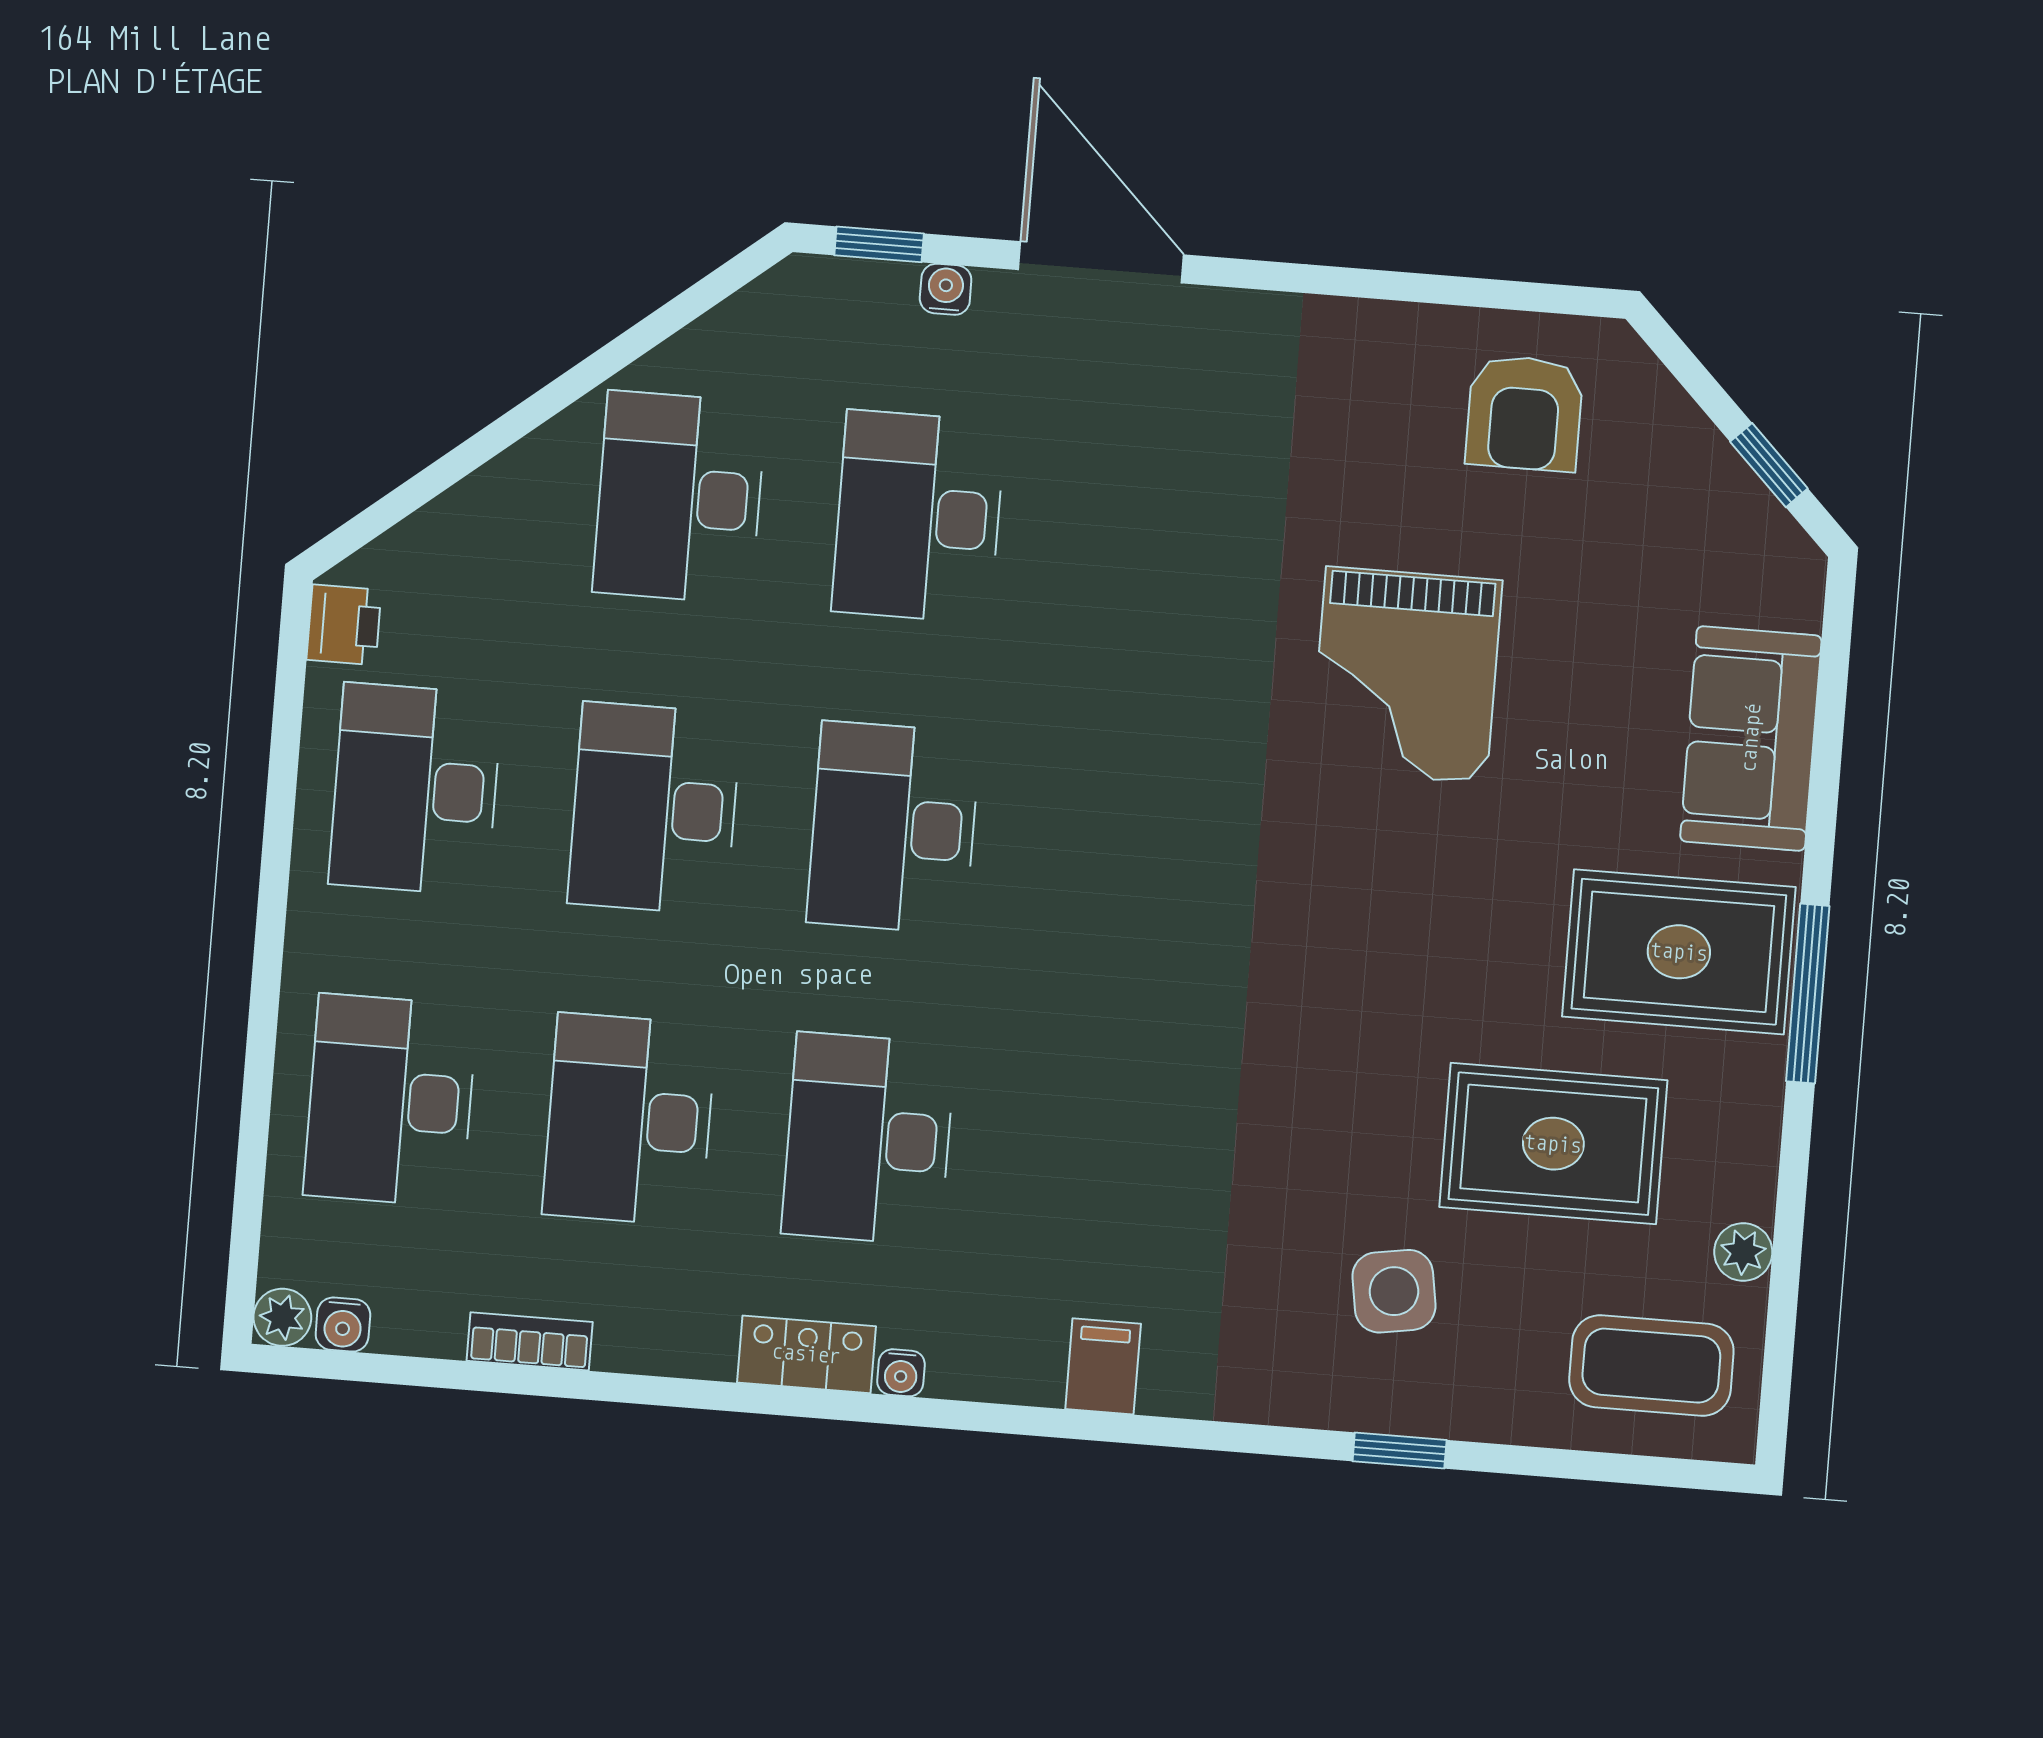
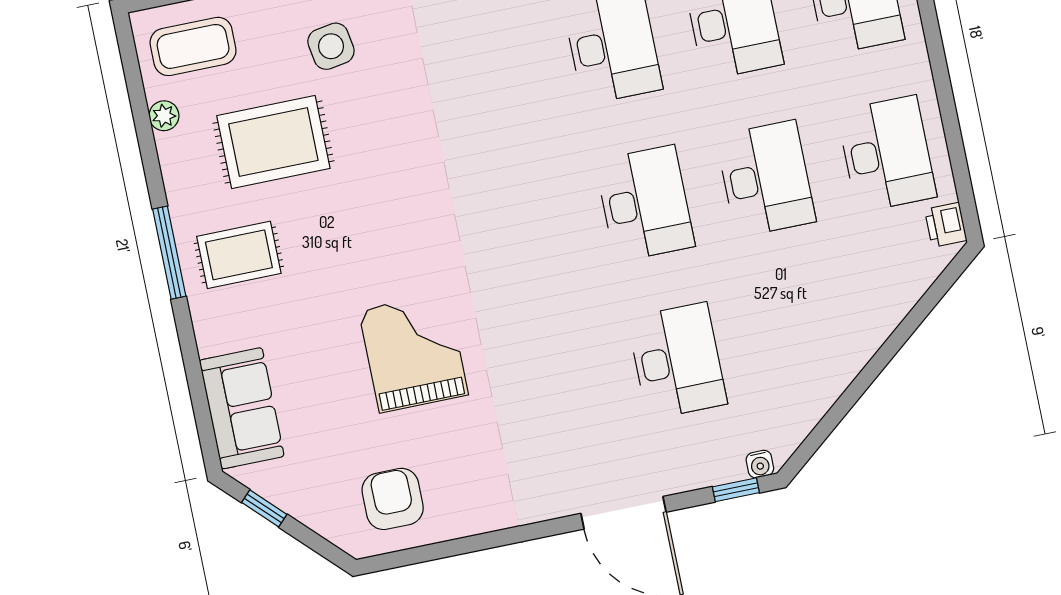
water cooler: (946, 289) -> (760, 464), moved
desk: (679, 497) -> (798, 336), removed
sofa: (1751, 738) -> (242, 408), moved
rug: (1679, 952) -> (239, 255), width x0.73, depth x0.70

